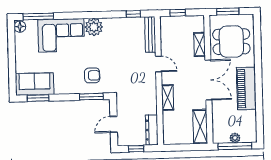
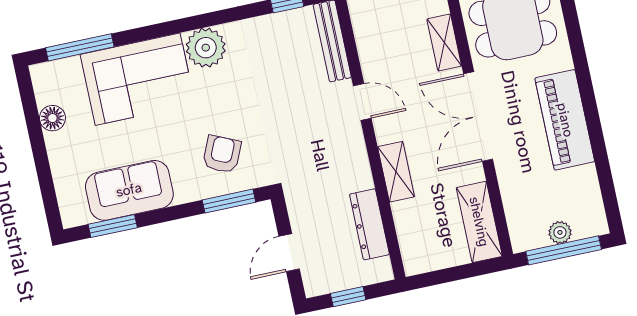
floor lamp: (20, 27) -> (52, 118), moved
armchair: (92, 75) -> (222, 154), turned -66
double door: (208, 80) -> (478, 117), swing flipped
sofa: (35, 84) -> (129, 190), moved
dresser: (152, 130) -> (369, 224), moved

